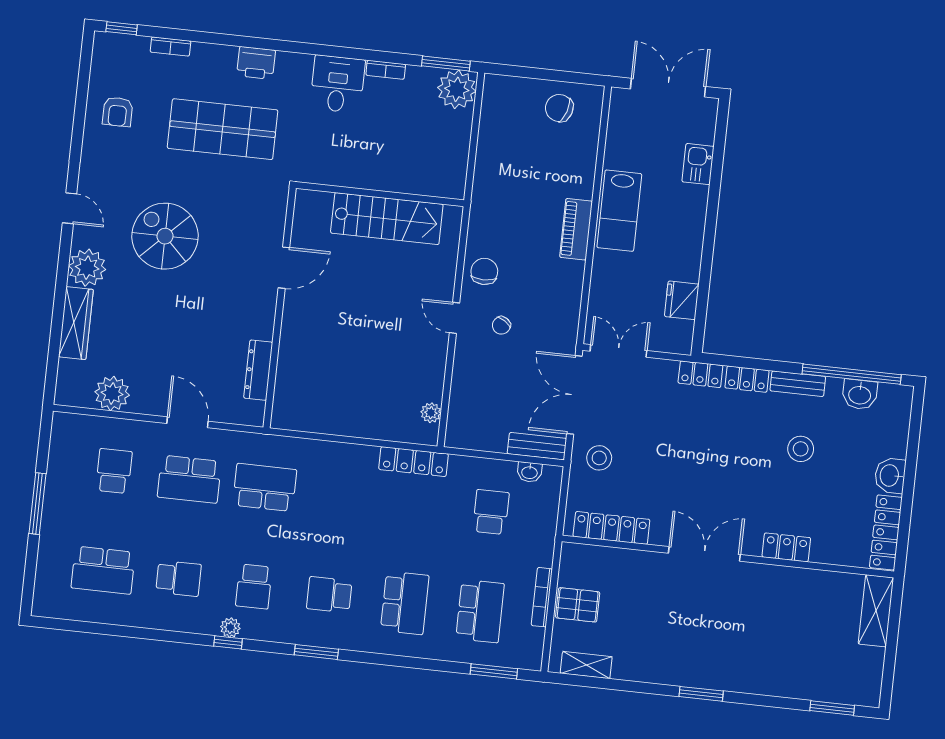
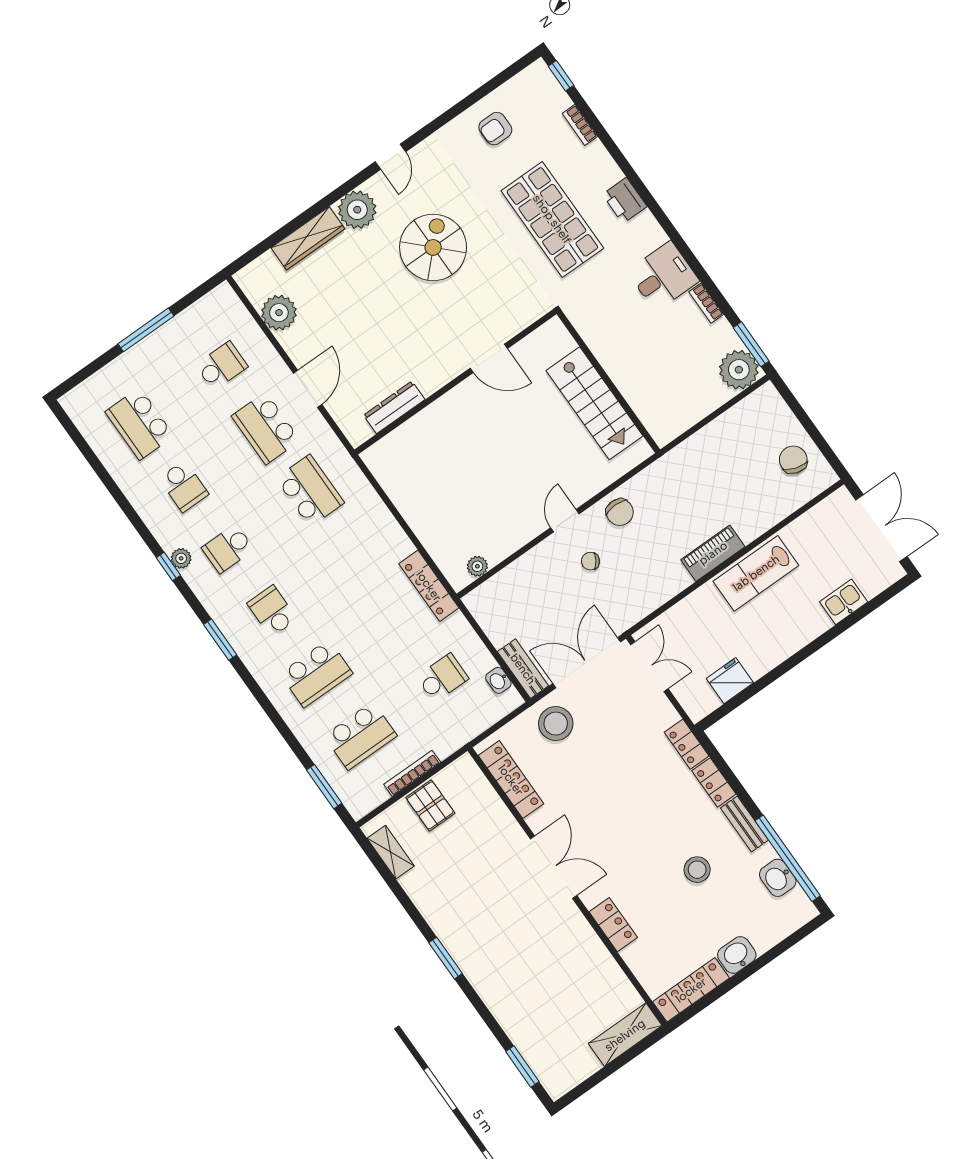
chair: (484, 271) -> (620, 512), turned 90
stool: (599, 458) -> (556, 724), width x1.38, depth x1.38

